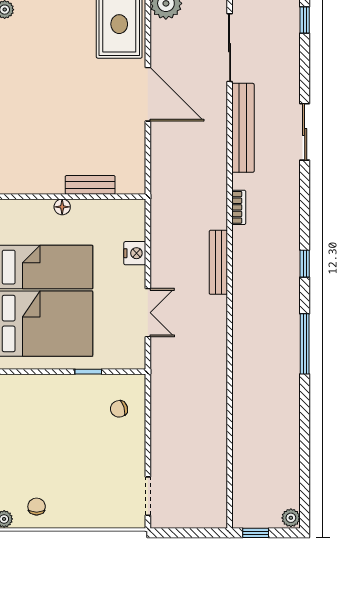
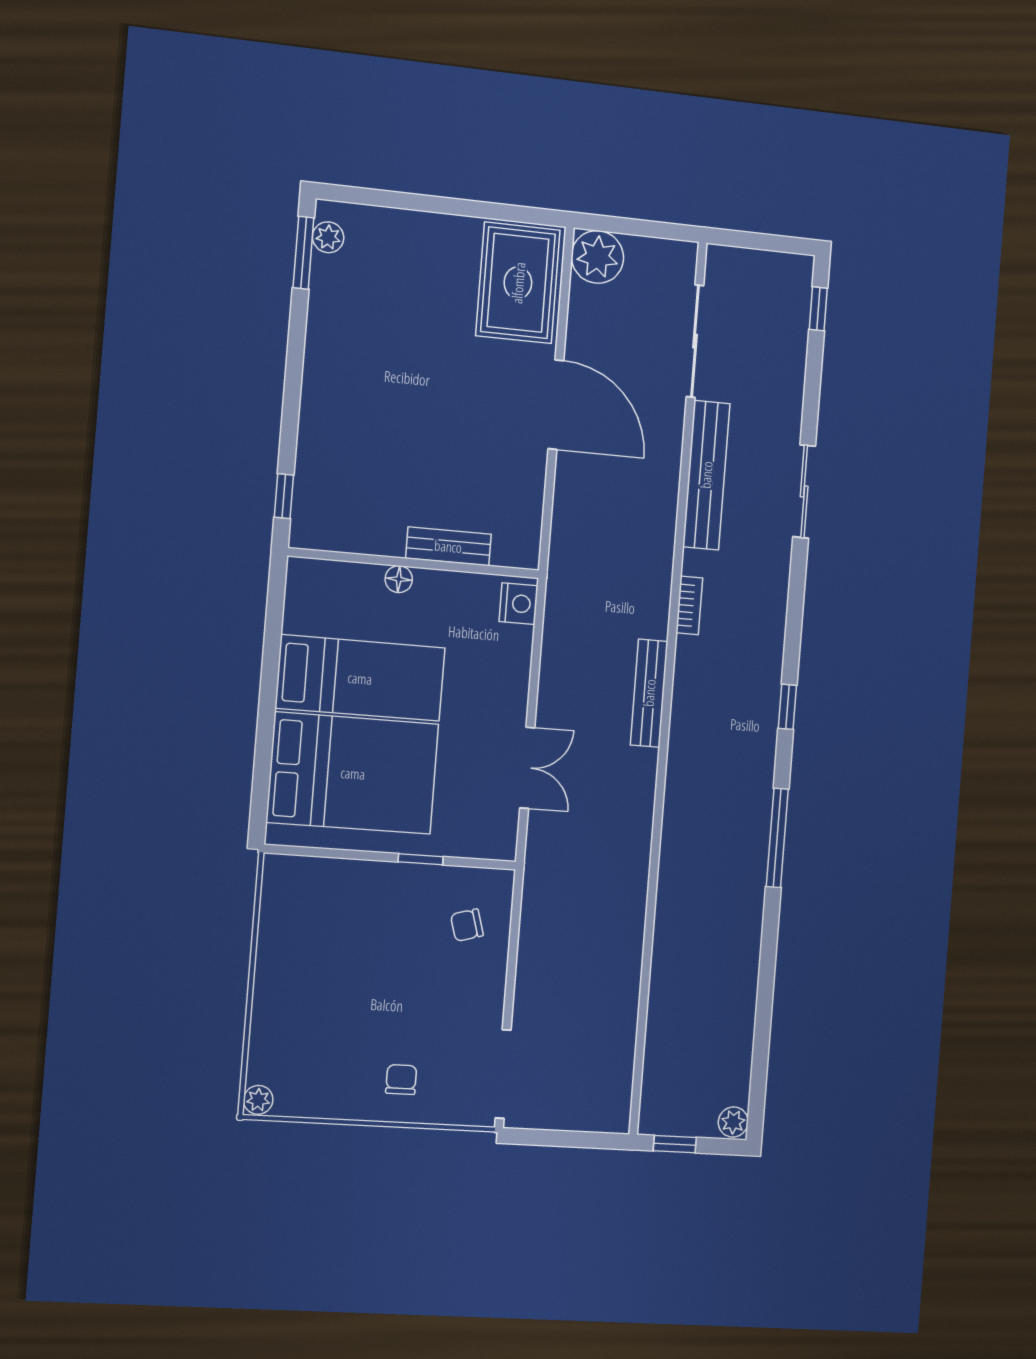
nightstand: (135, 253) -> (519, 604), moved
doorway: (148, 496) -> (503, 1074), width x1.38
chair: (37, 507) -> (401, 1080), moved

